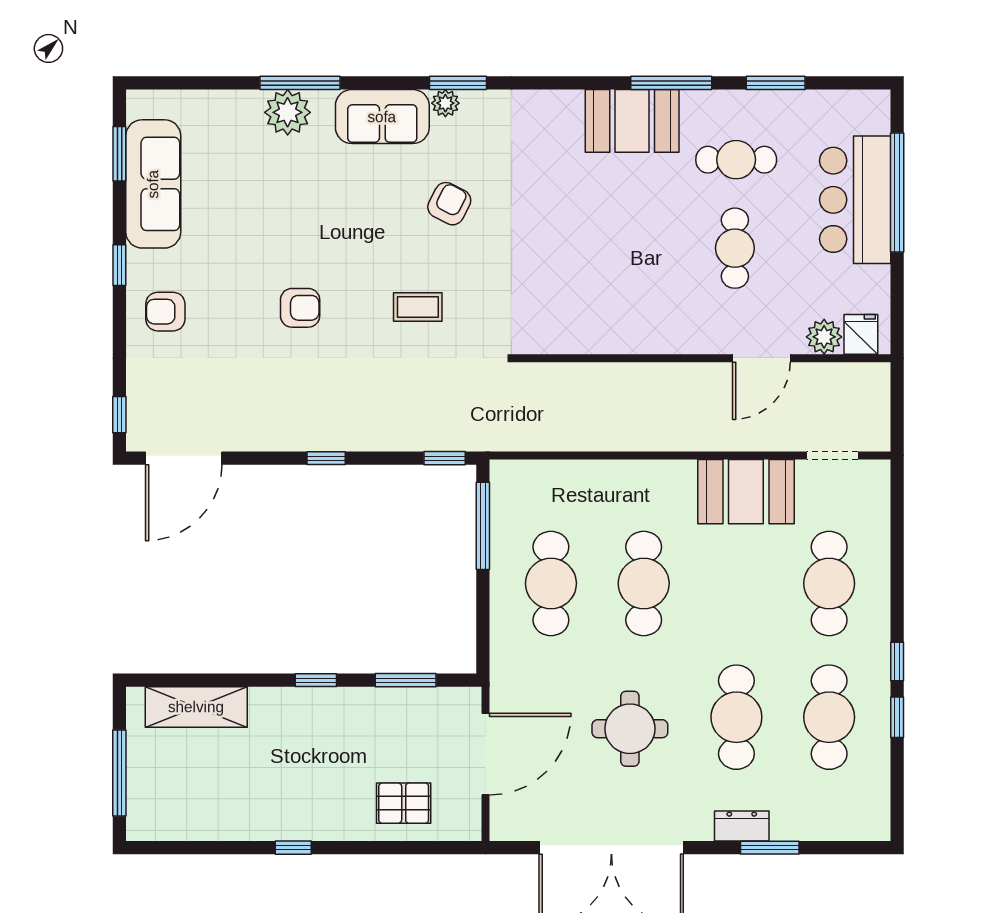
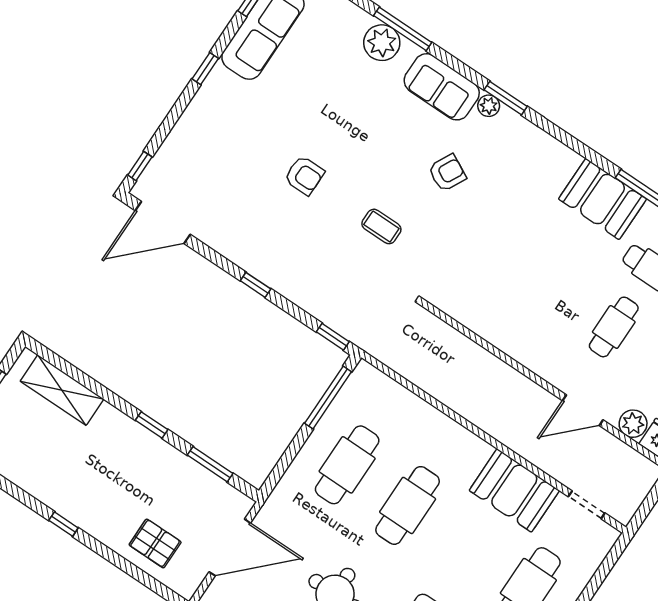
armchair: (165, 312) -> (215, 119), removed

